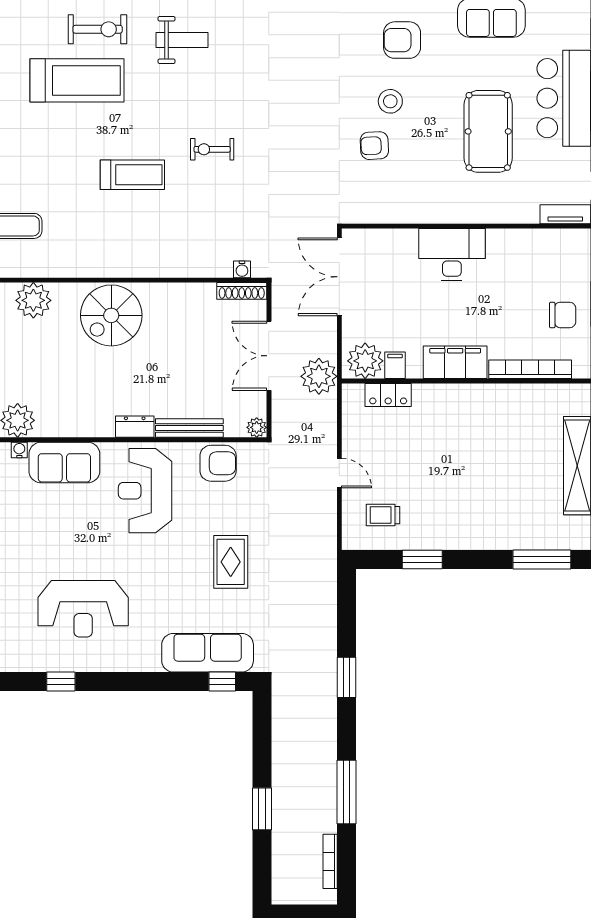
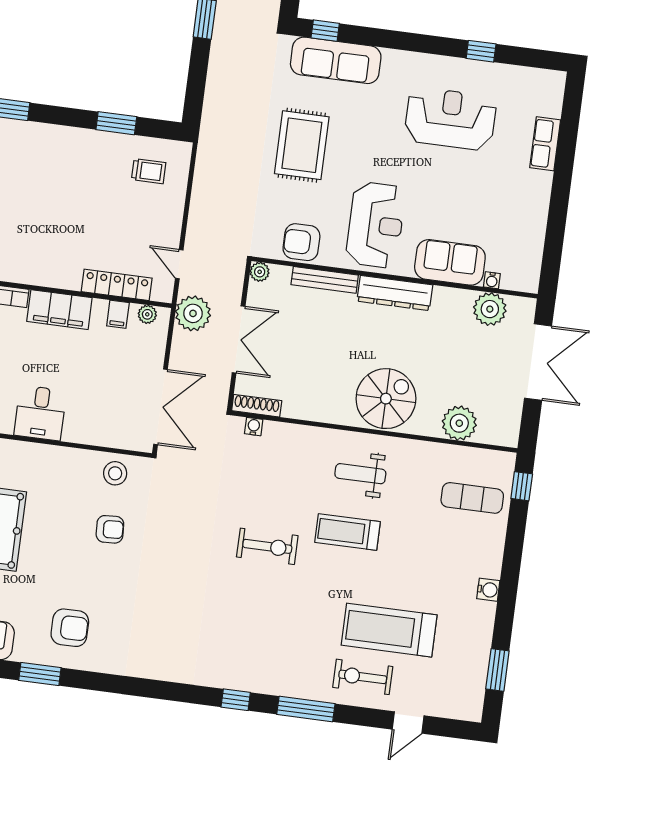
weight bench: (182, 40) -> (360, 474), moved
stool: (390, 101) -> (115, 473), moved
exercise bike: (212, 149) -> (267, 546), width x1.38, depth x1.39
desk: (452, 255) -> (40, 413), width x0.73
plant: (365, 361) -> (147, 314), width x0.53, depth x0.53
locker: (388, 395) -> (117, 285), width x1.53
dresser: (135, 427) -> (395, 293), width x1.96, depth x1.24
door: (339, 473) -> (179, 264), moved
rug: (231, 562) -> (302, 145), width x1.36, depth x1.43

